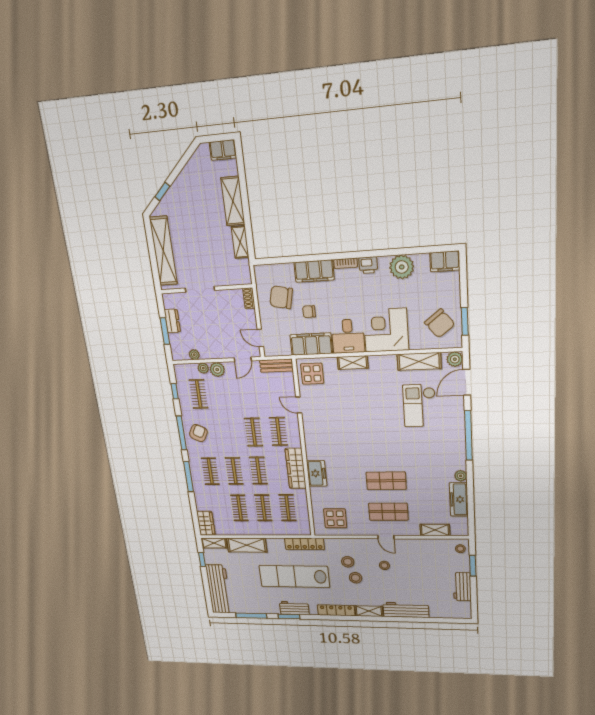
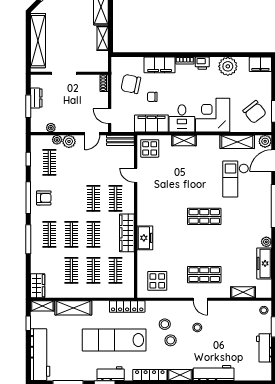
armchair: (198, 433) -> (44, 198), turned 63
shop shelf: (386, 481) -> (204, 216), moved

